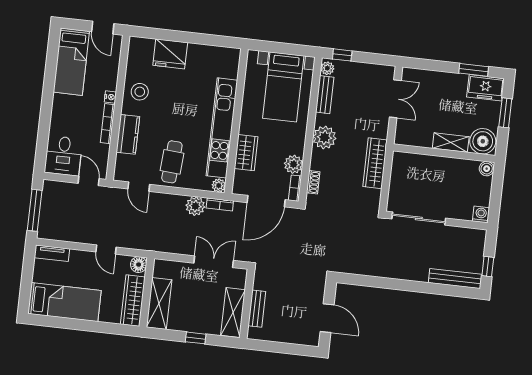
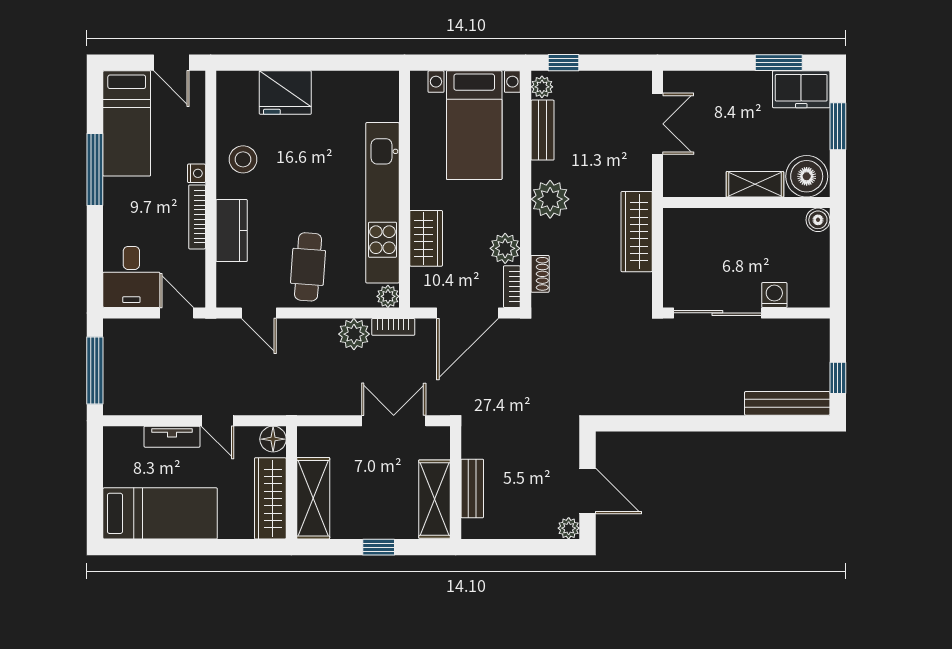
window: (49, 88) -> (95, 169), added
washing machine: (481, 215) -> (774, 295), moved
tv unit: (52, 253) -> (172, 437), moved
plant: (313, 340) -> (569, 528), added

